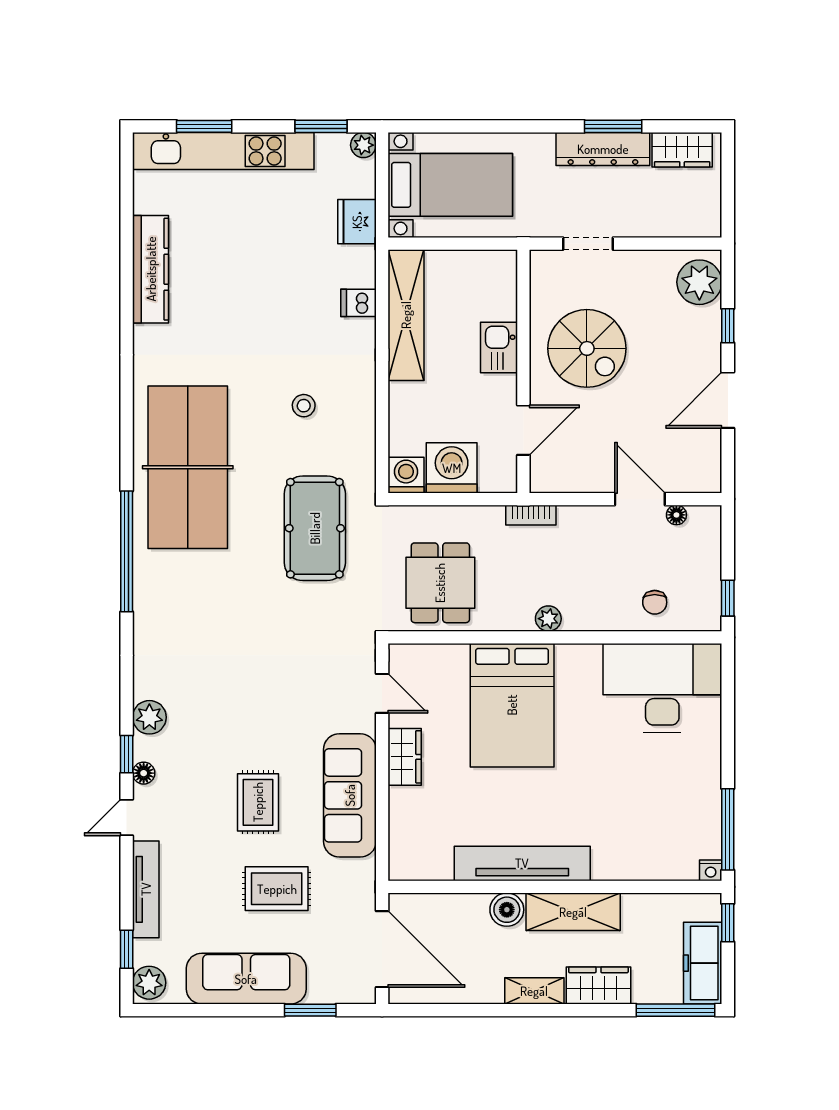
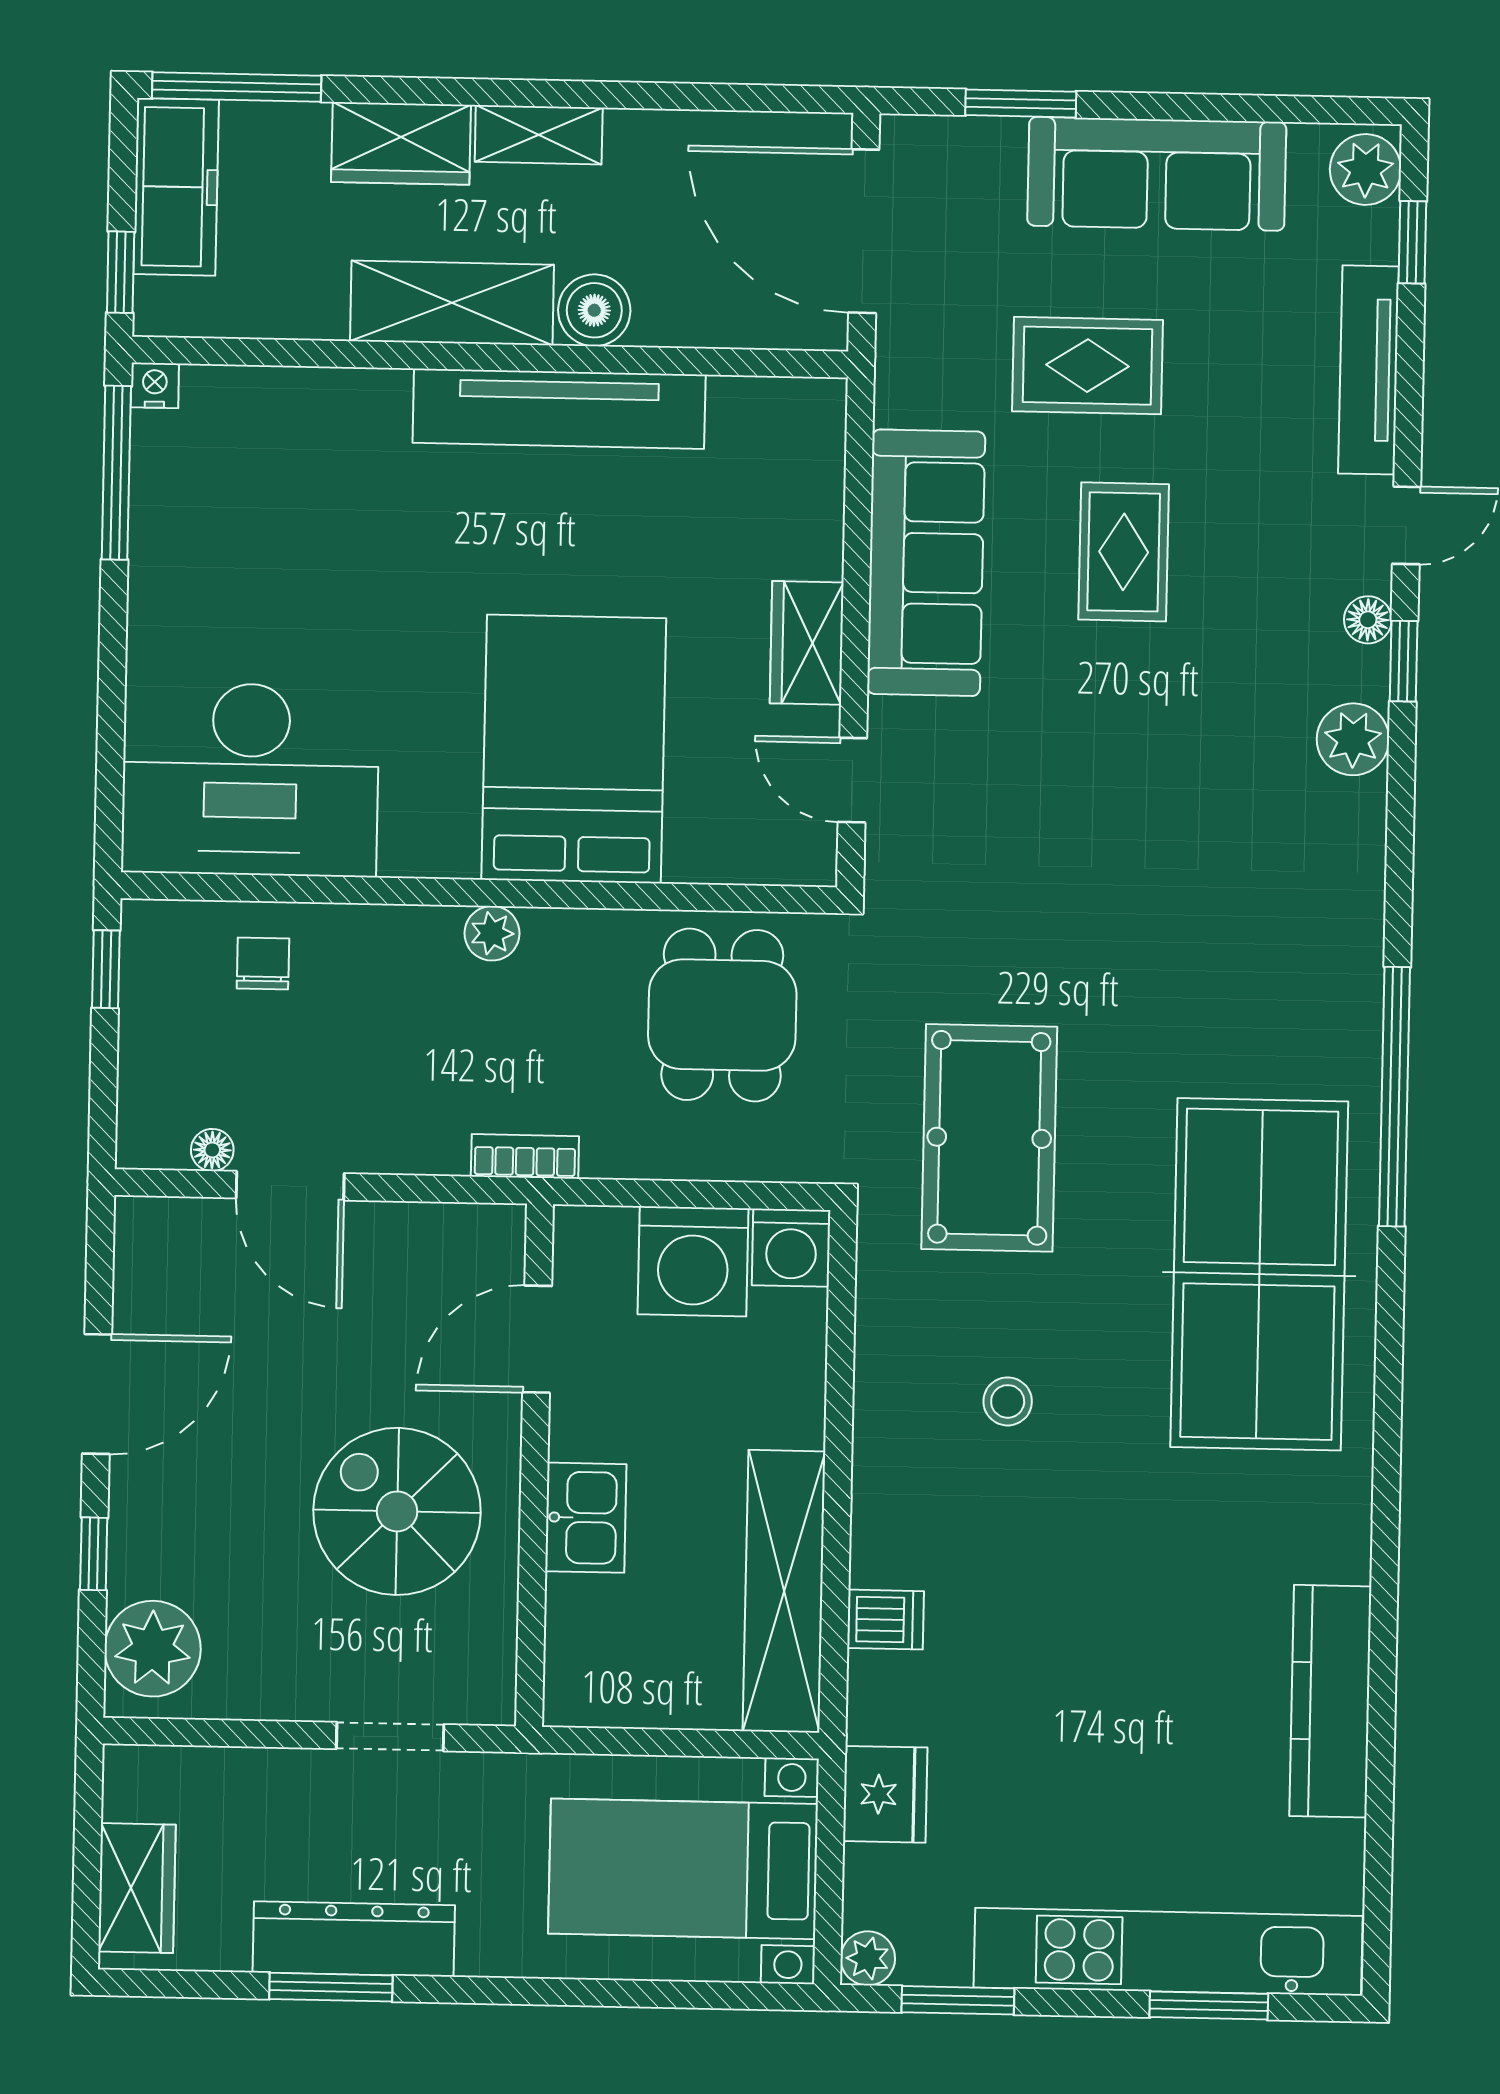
wardrobe: (682, 150) -> (137, 1888), moved, turned 90

